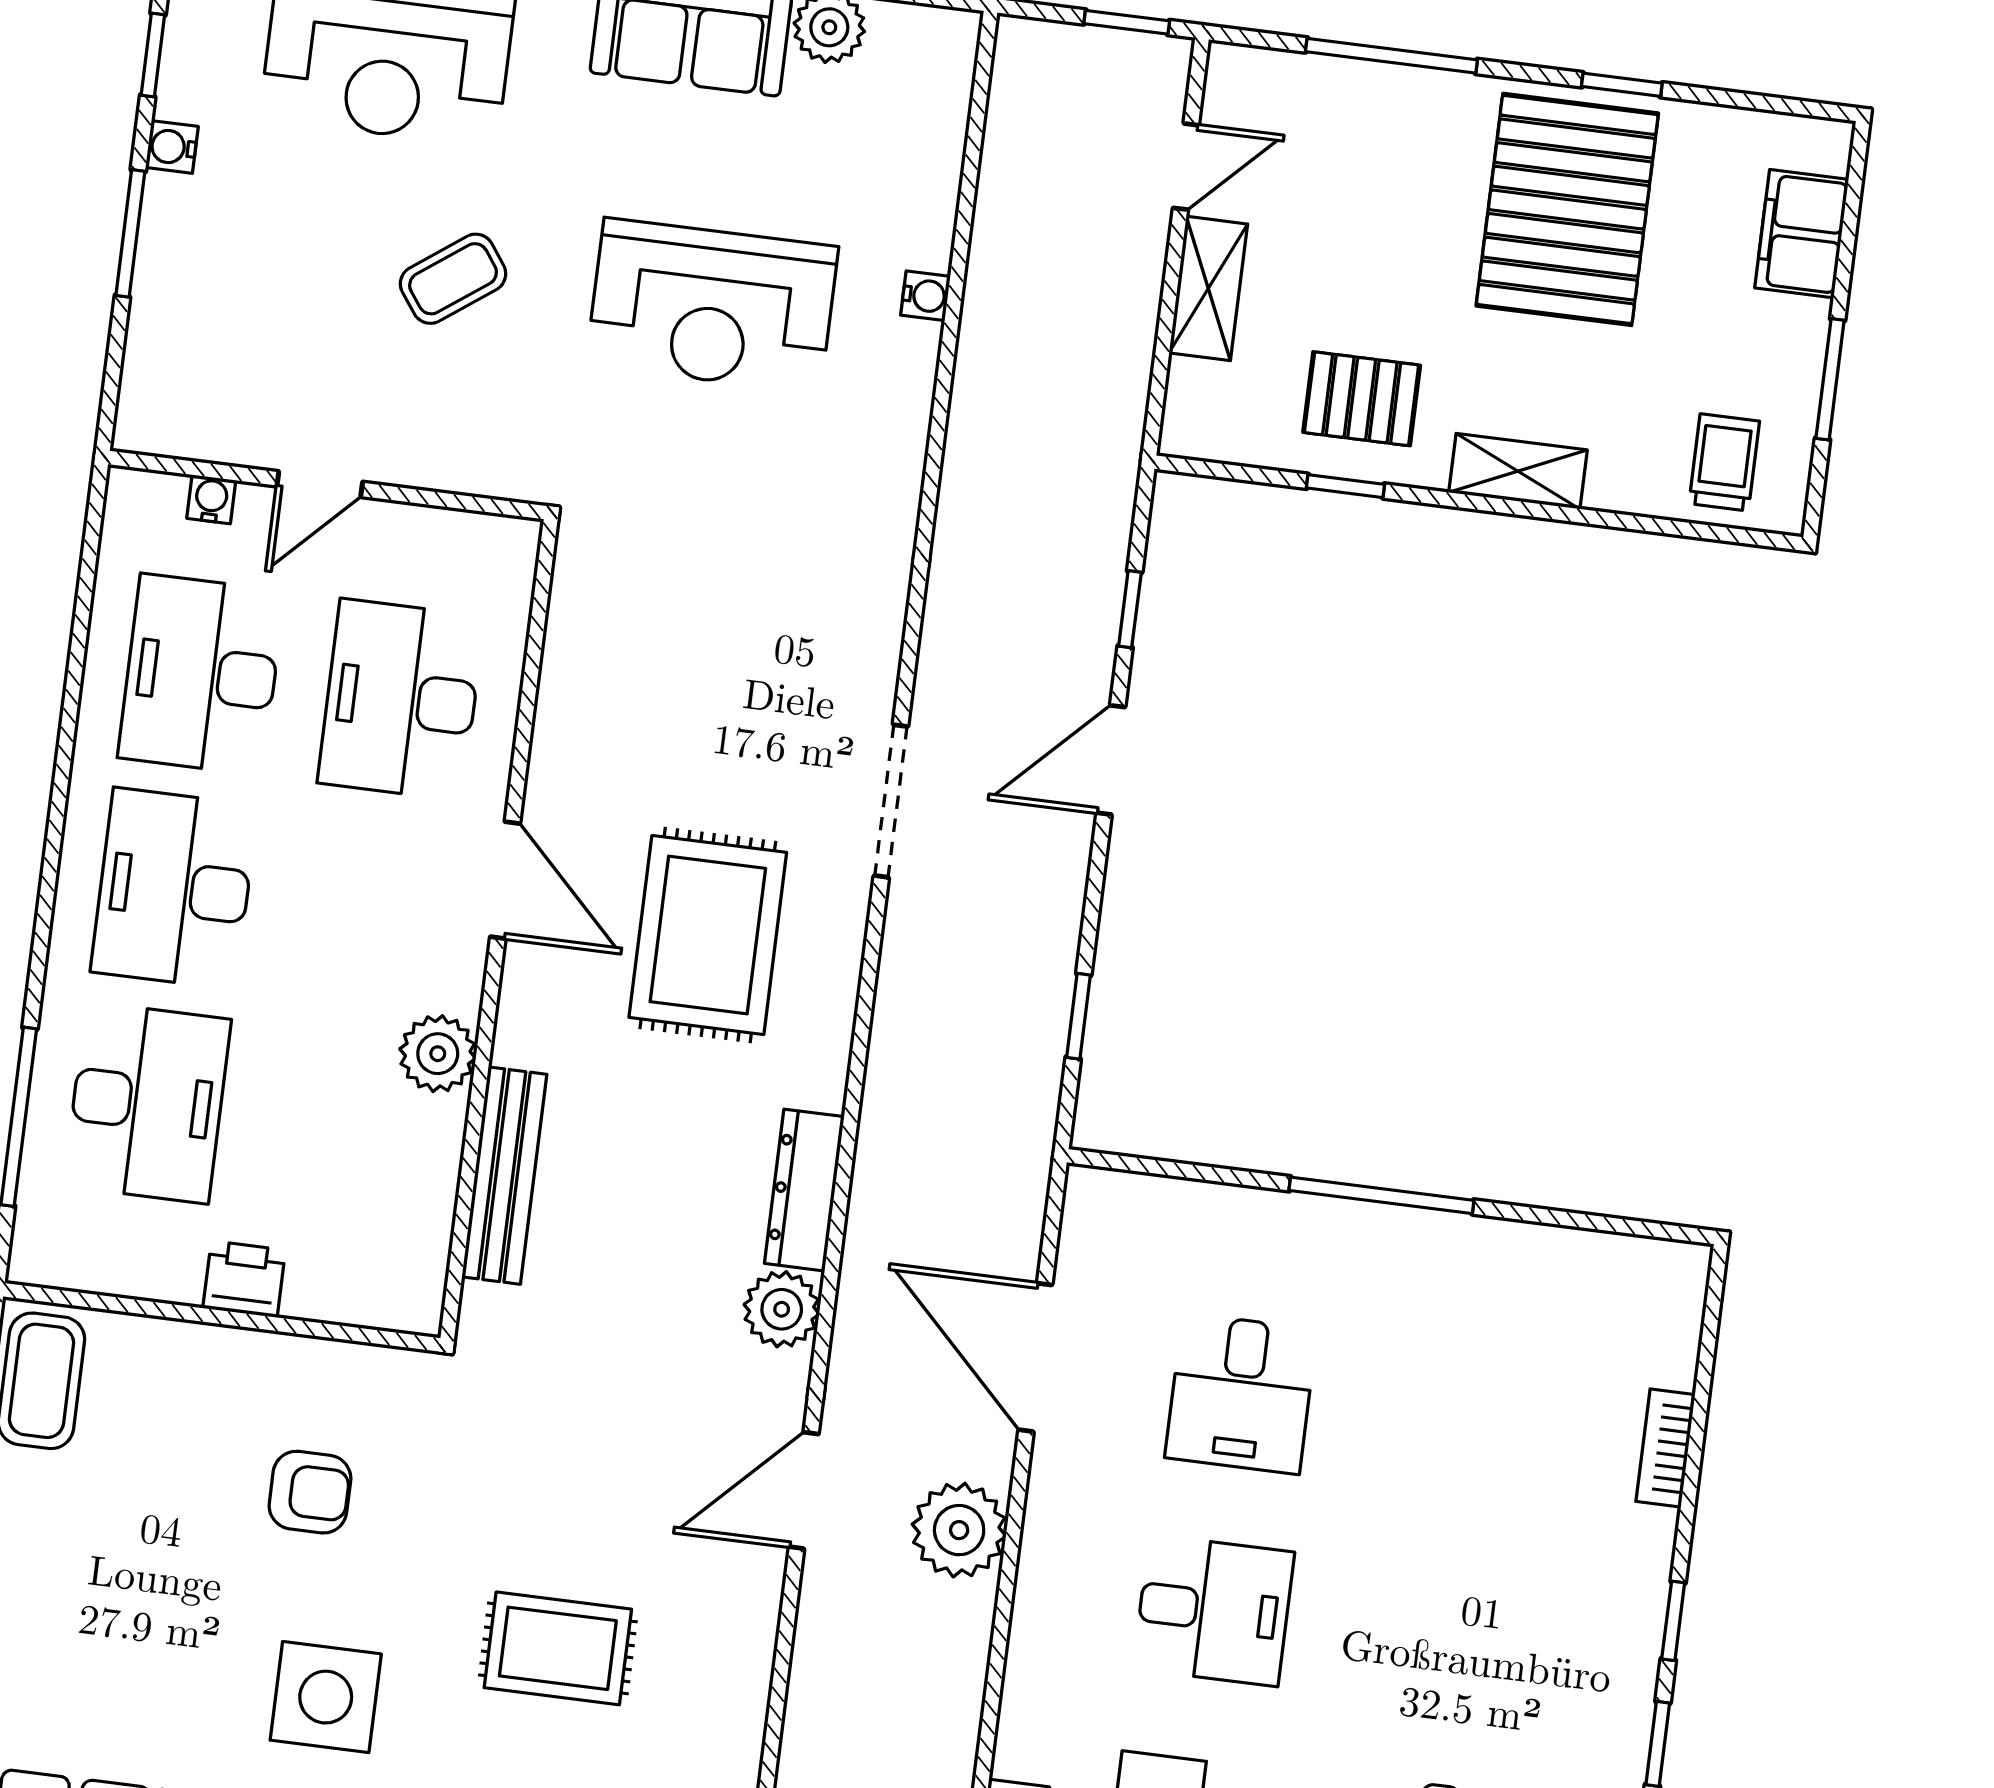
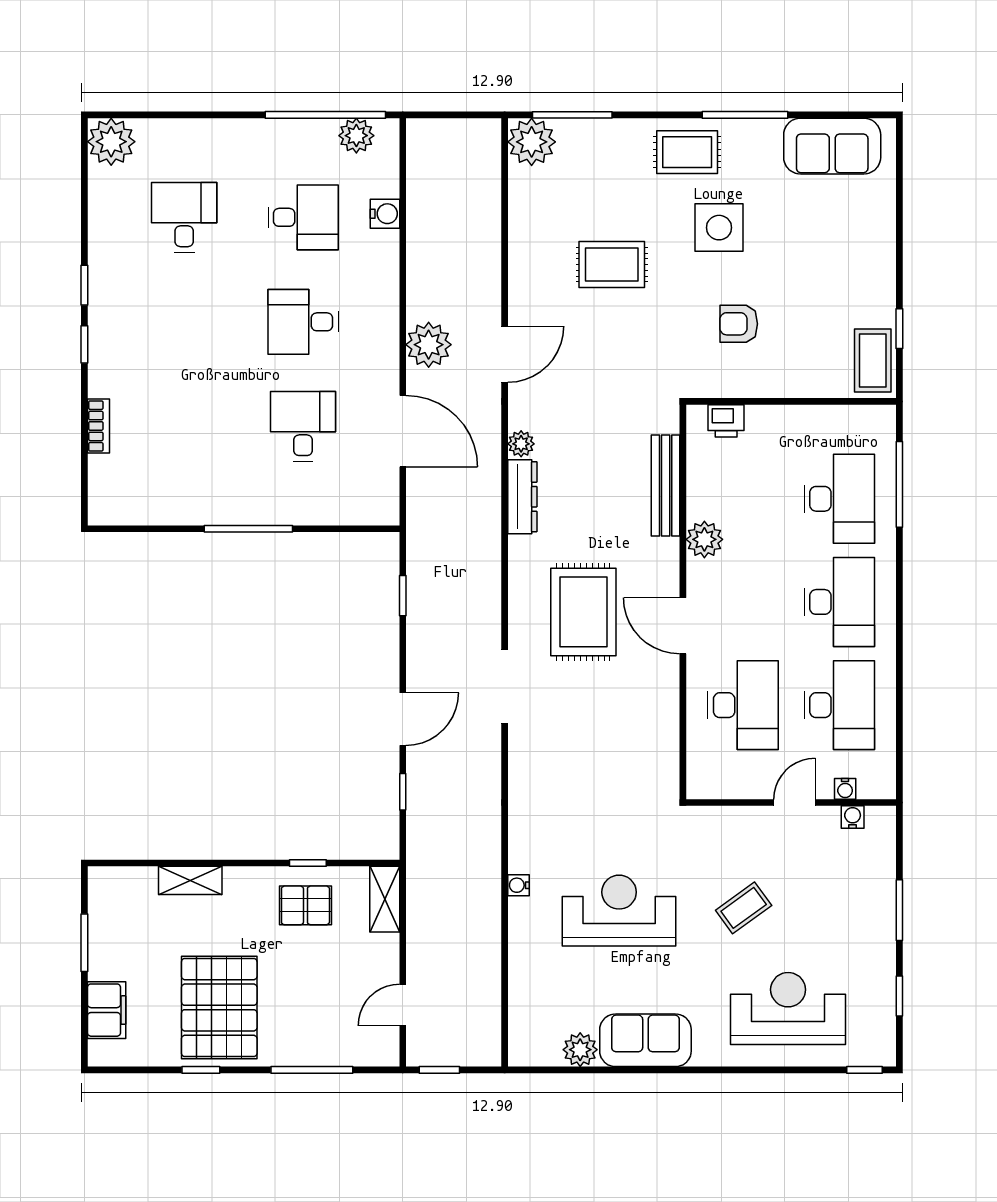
water cooler: (172, 147) -> (853, 817), moved, turned -90
shelving: (1208, 288) -> (385, 899), moved
water cooler: (926, 296) -> (518, 885), moved
trolley: (1724, 462) -> (130, 897), removed
shelving: (1518, 471) -> (190, 880), moved
desk: (147, 1103) -> (839, 499), turned 180
printer: (244, 1279) -> (726, 421), moved
plant: (782, 1309) -> (521, 444), width x0.73, depth x0.73

